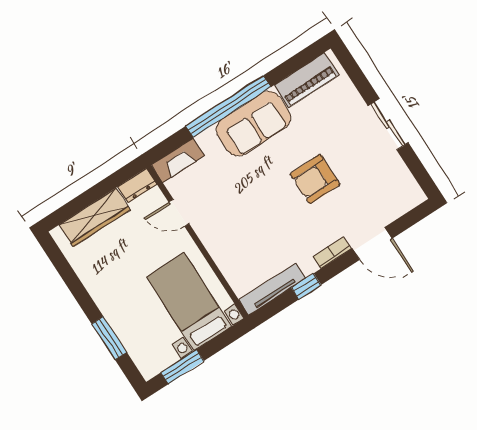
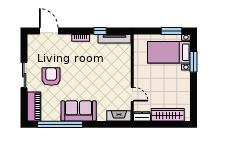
piano: (307, 80) -> (34, 106), moved, turned 90
window: (228, 106) -> (60, 124), moved
armchair: (315, 179) -> (51, 77), moved, turned -90
door: (372, 244) -> (49, 31), moved
bed with nightstands: (189, 302) -> (169, 52), moved, turned 90

